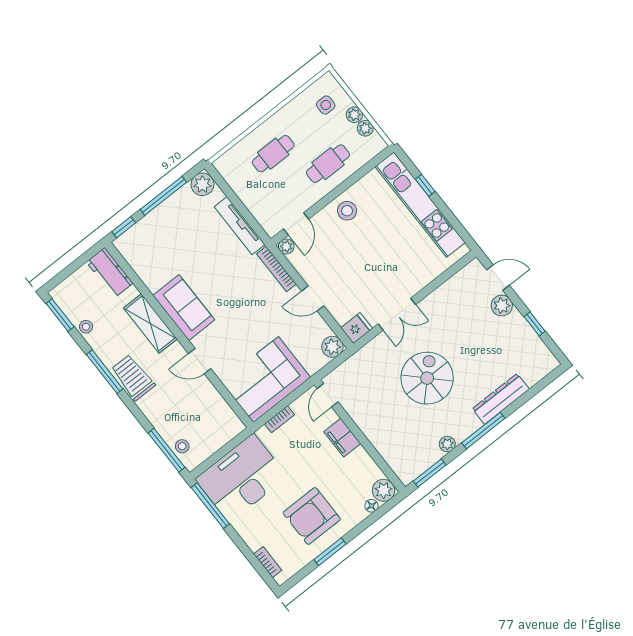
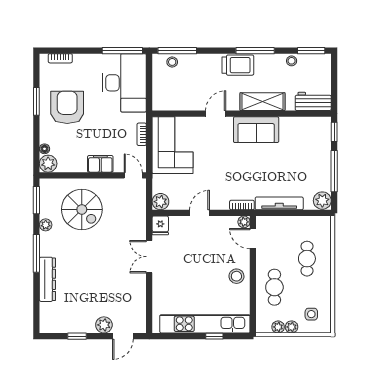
bookcase: (276, 269) -> (242, 205), width x0.64
spiral stairs: (427, 378) -> (82, 209), moved

